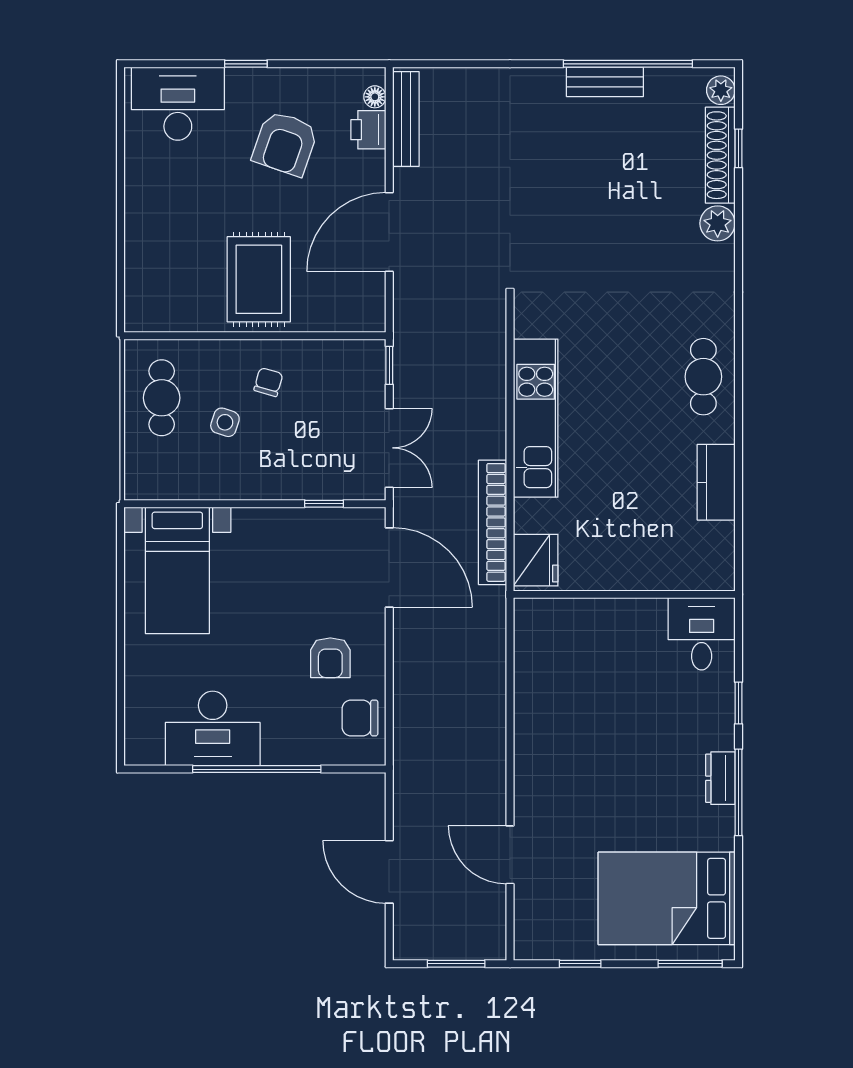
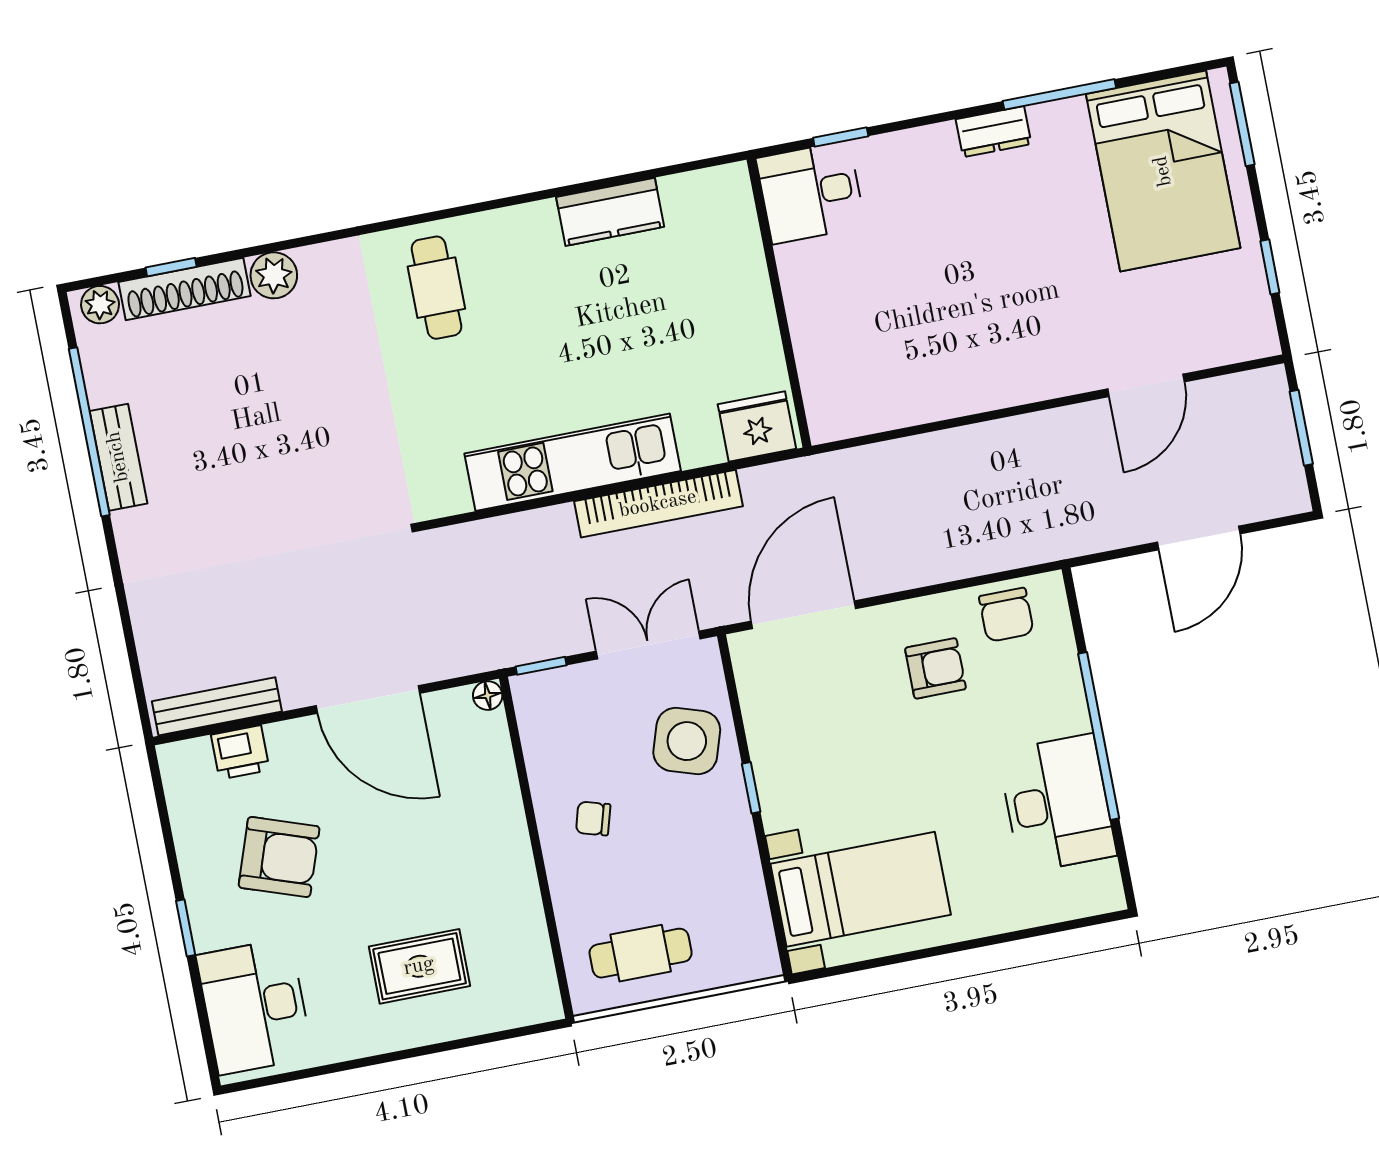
floor lamp: (375, 97) -> (488, 696), moved
rug: (259, 279) -> (419, 966), moved, width x0.73, depth x0.70
cafe table: (703, 377) -> (436, 288), moved, turned 90
side table: (225, 422) -> (687, 741), moved, width x1.87, depth x1.87
window: (324, 504) -> (751, 788), moved
bookcase: (493, 522) -> (658, 504), moved
window: (738, 703) -> (841, 137), moved
window: (738, 792) -> (1059, 94), moved

